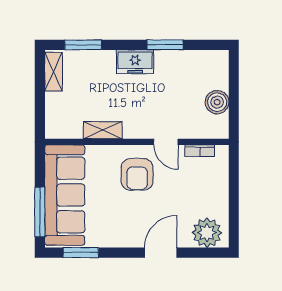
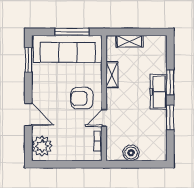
window: (83, 45) -> (170, 82), moved
freezer: (135, 62) -> (159, 92), width x1.40
shelving: (54, 72) -> (129, 41), moved
window: (40, 212) -> (72, 32), moved

